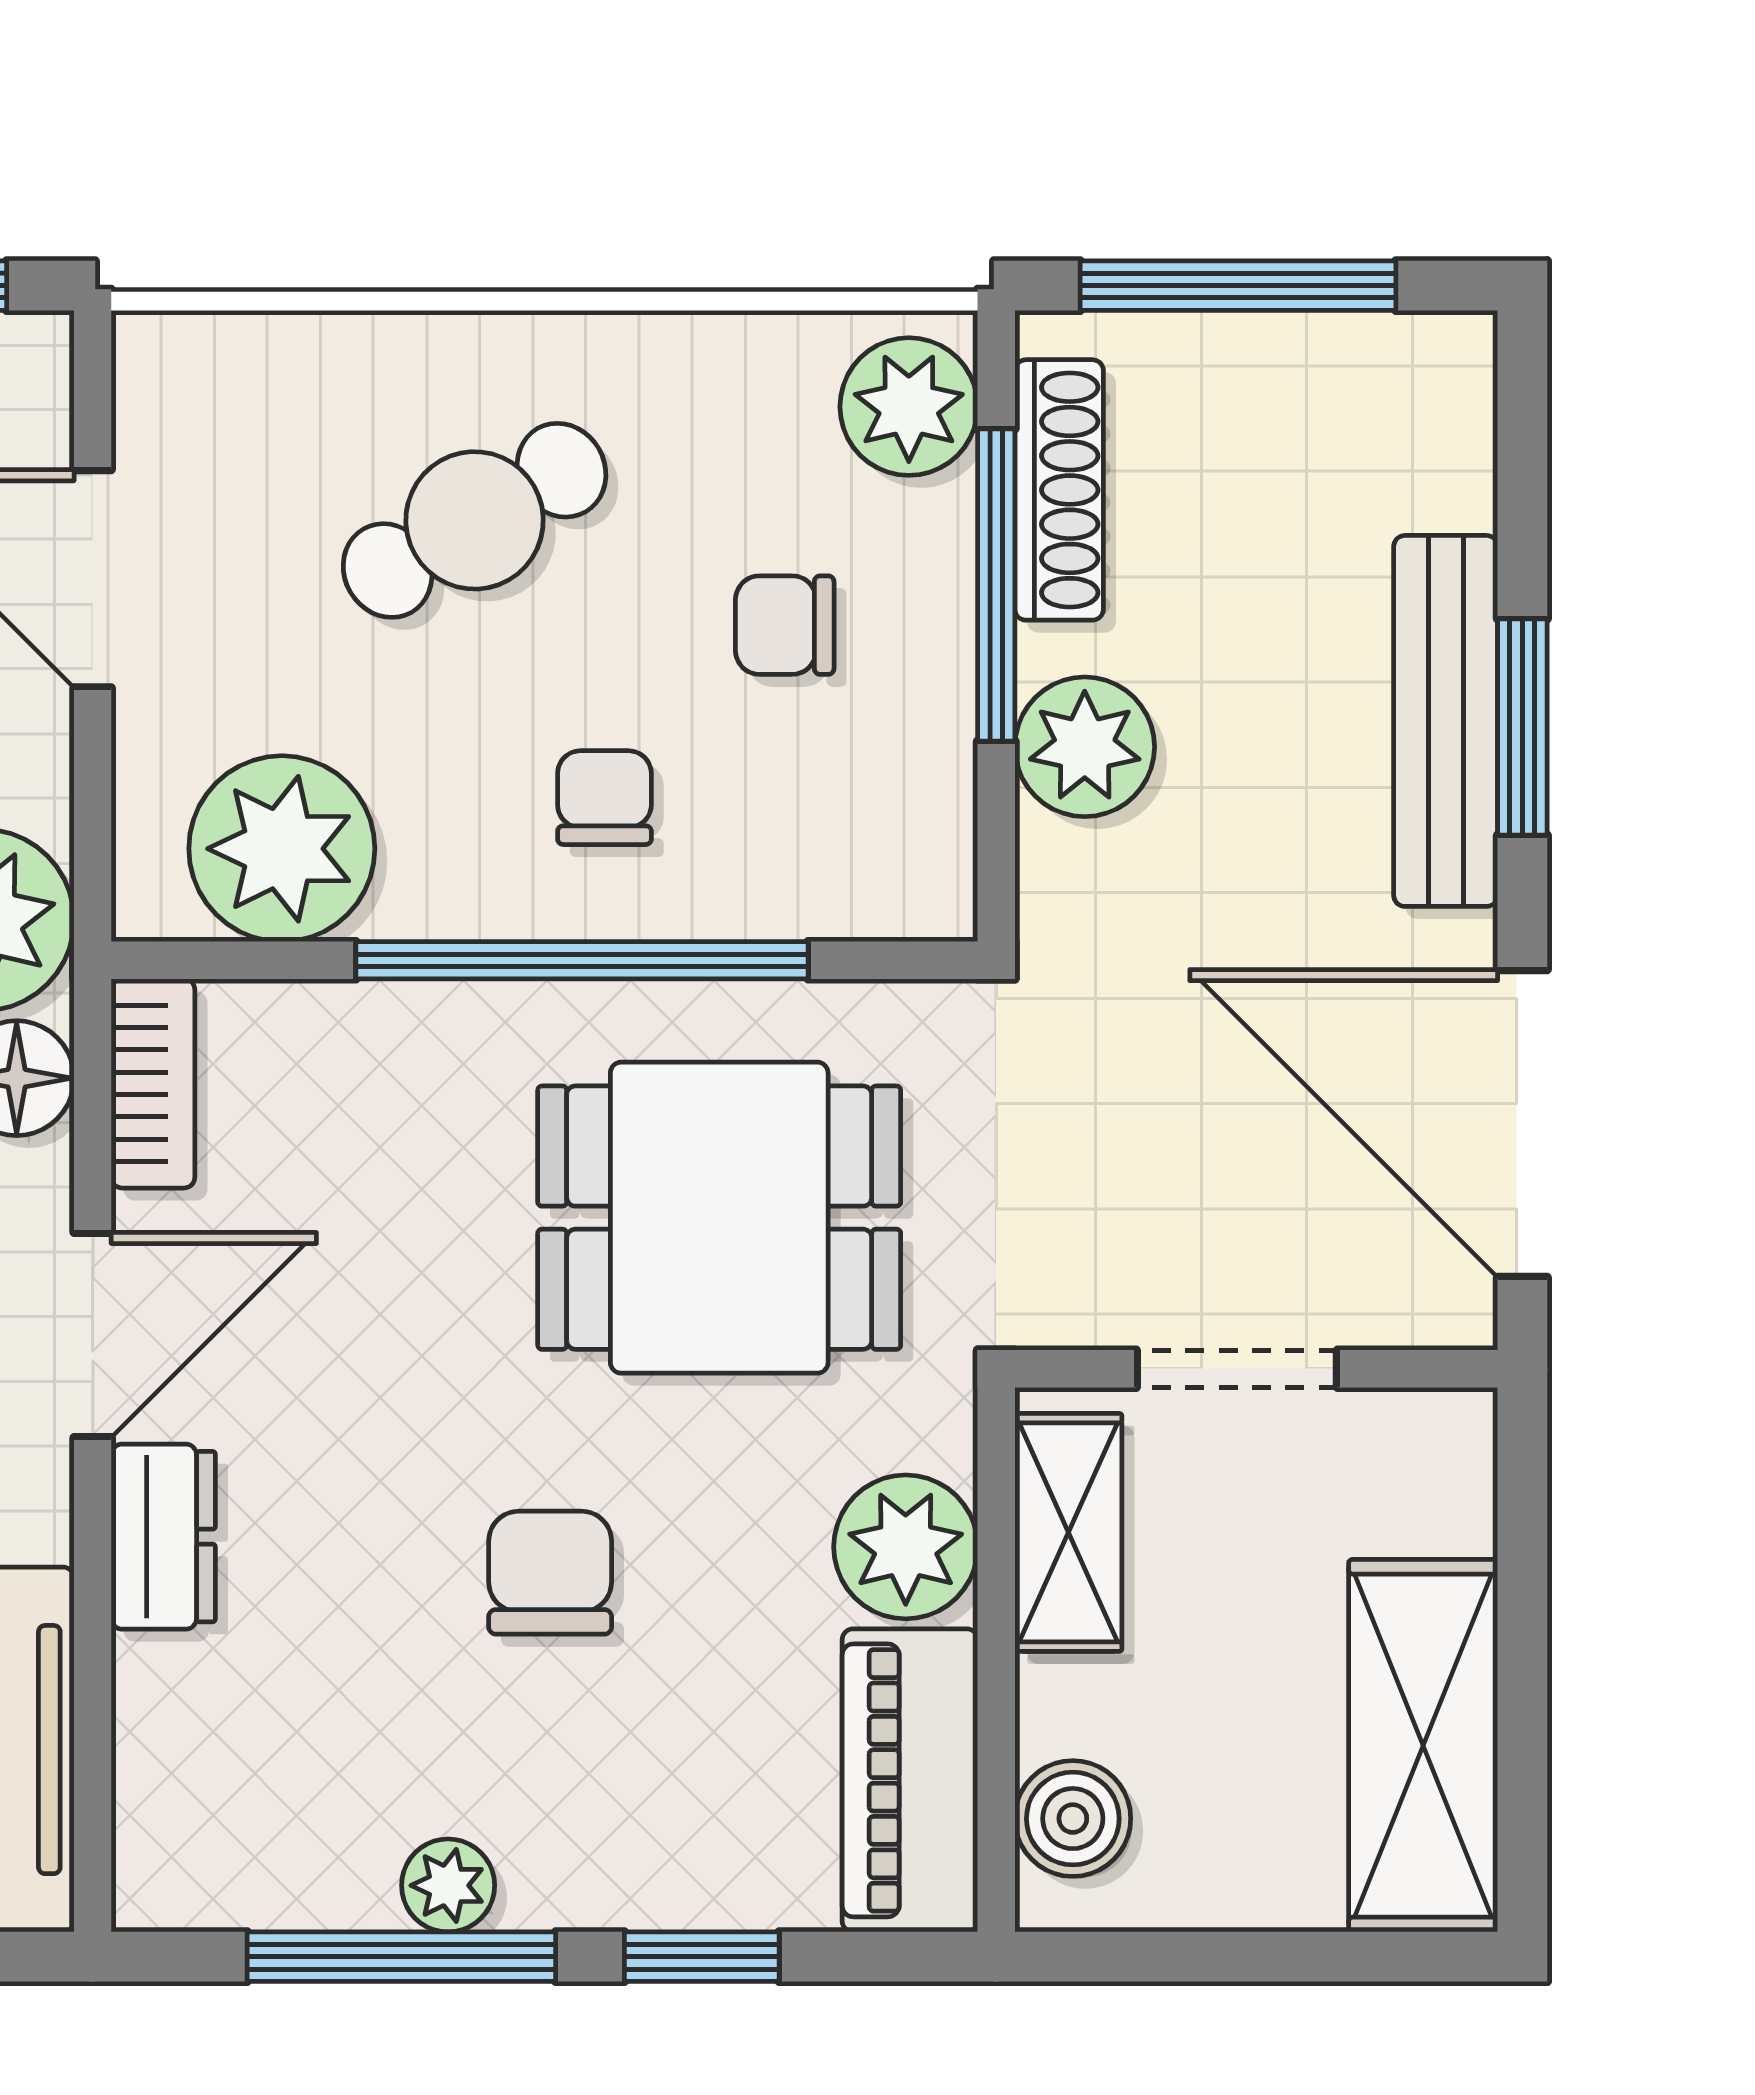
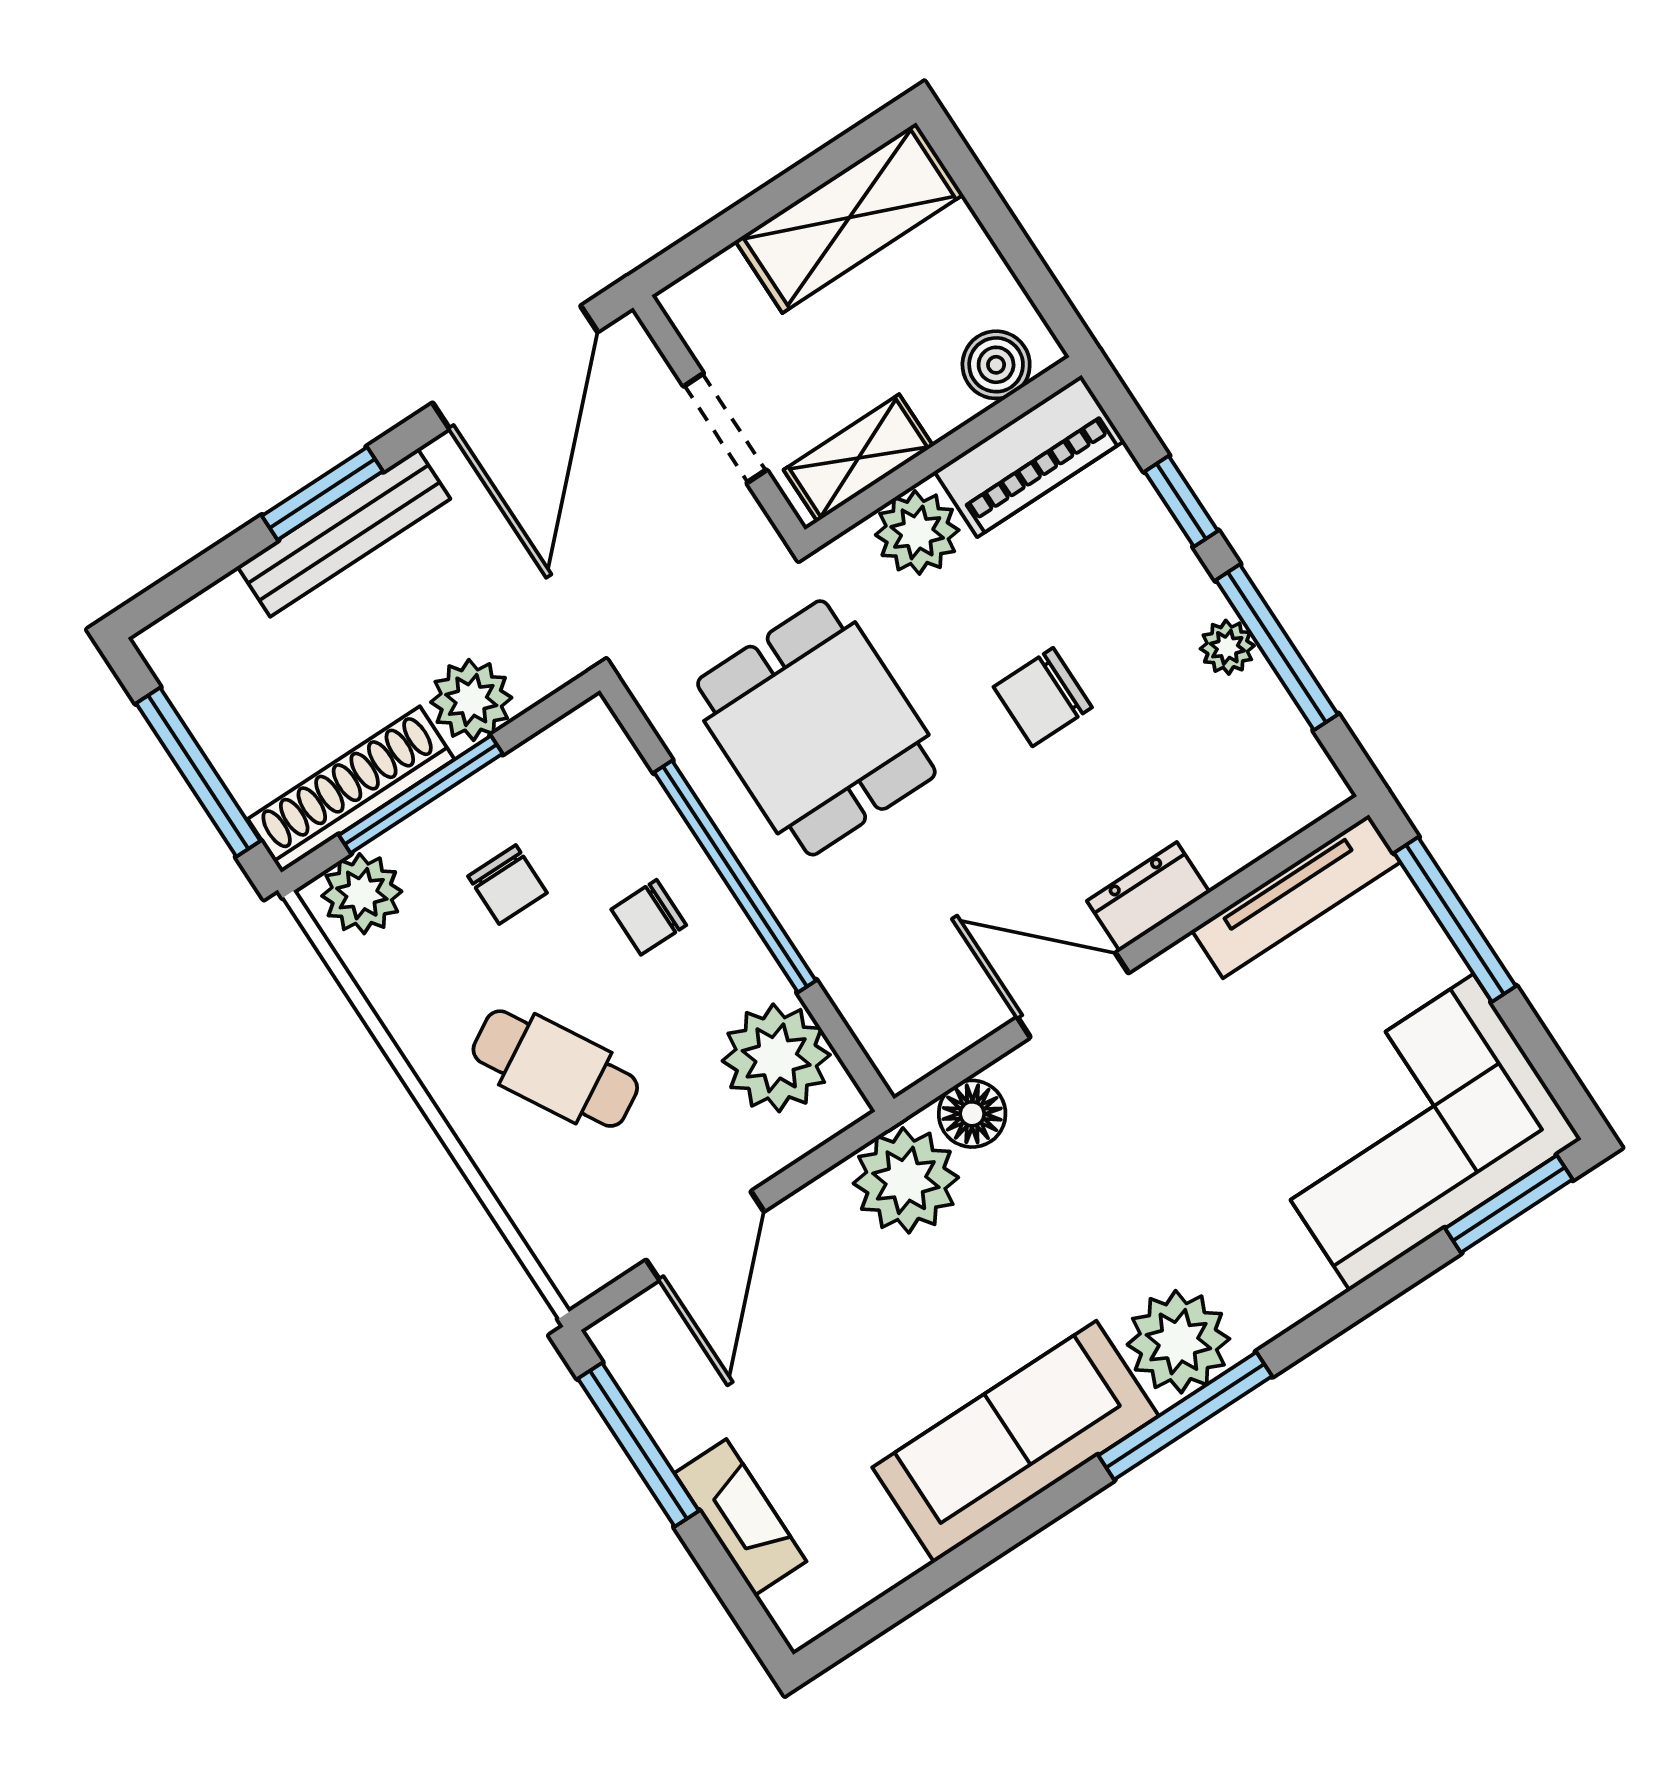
shoe rack: (1059, 490) -> (351, 789), width x1.36, depth x1.24
bookcase: (153, 1083) -> (931, 1046), removed

